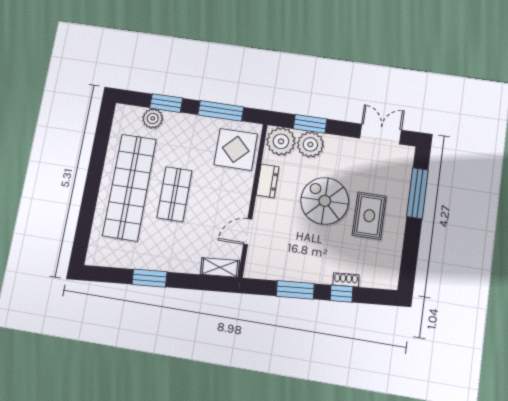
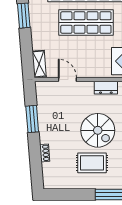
shop shelf: (174, 194) -> (86, 22), width x1.43, depth x1.36
spiral stairs: (325, 201) -> (98, 130), turned 90
window: (341, 294) -> (35, 151), removed

